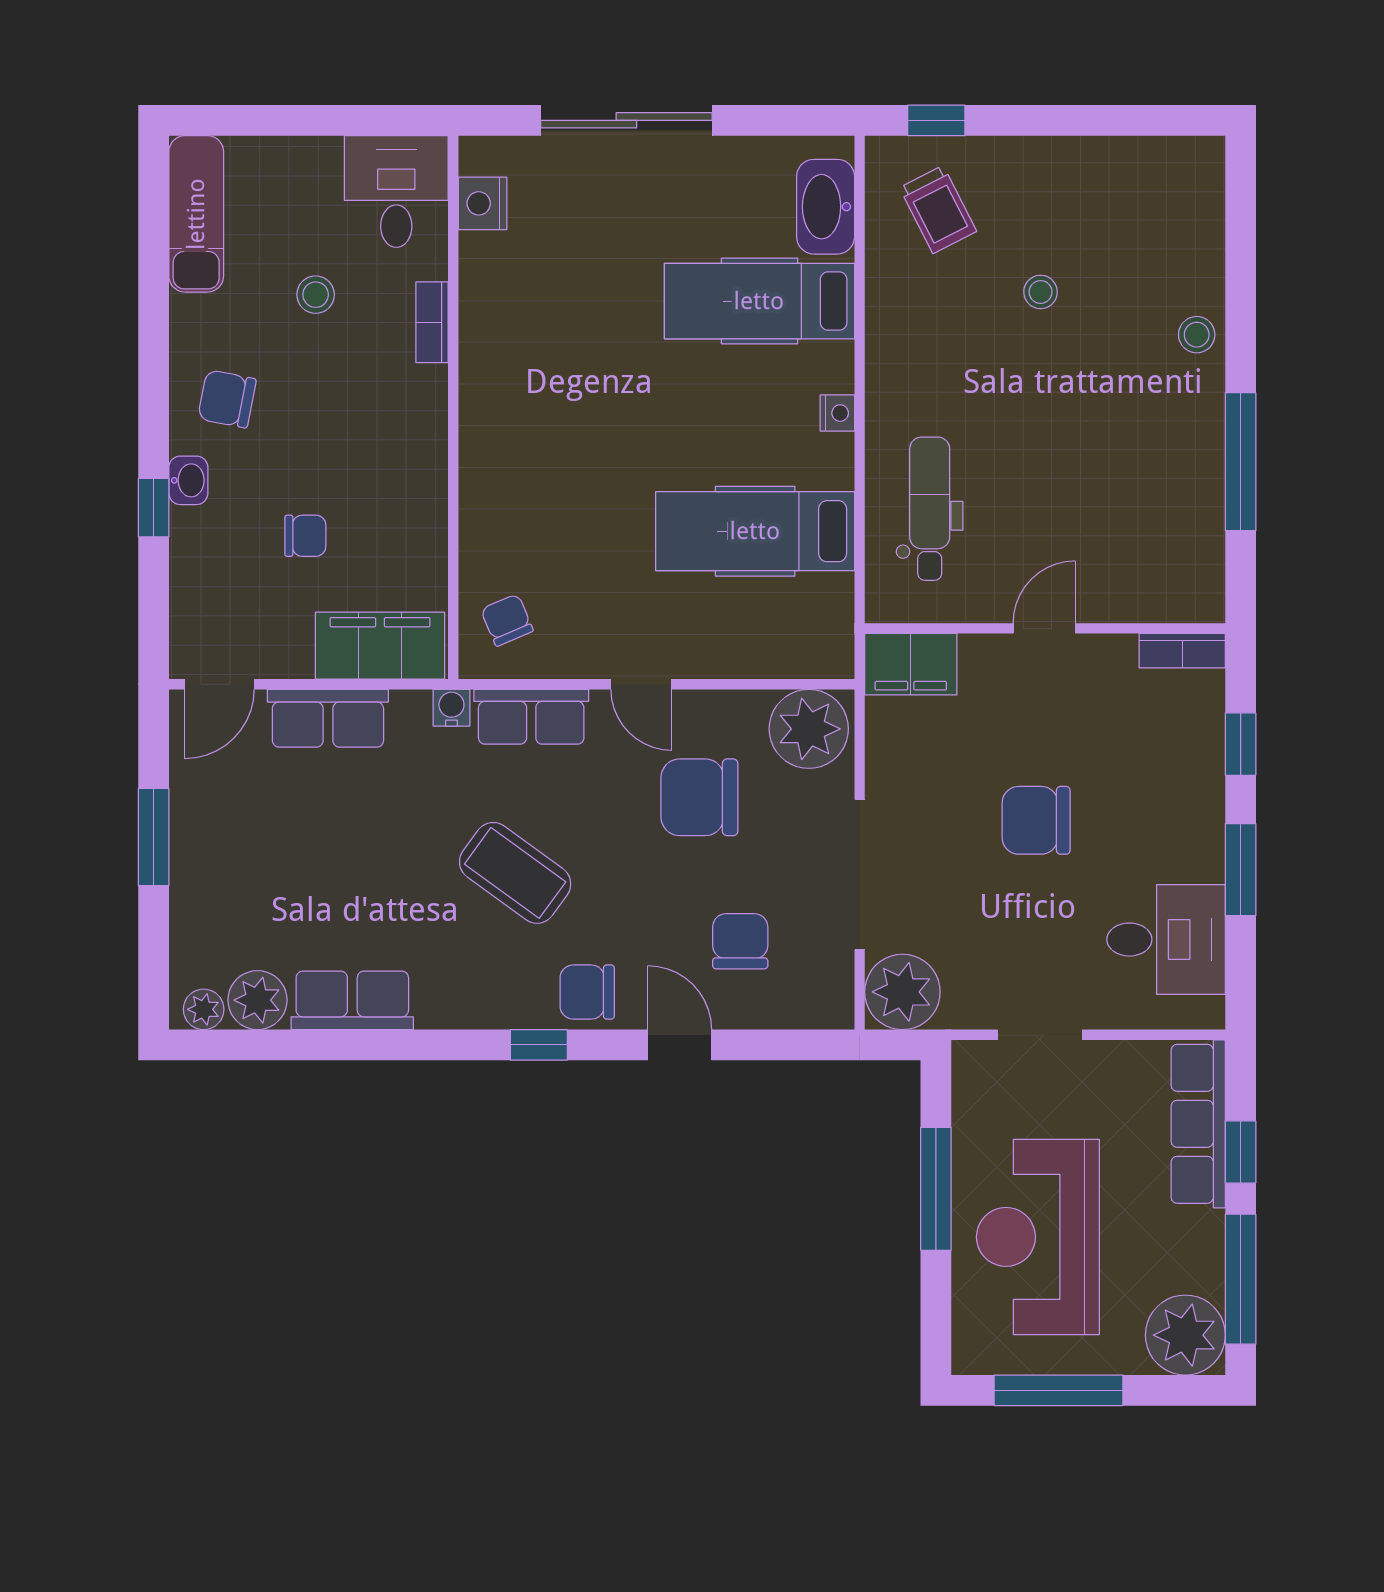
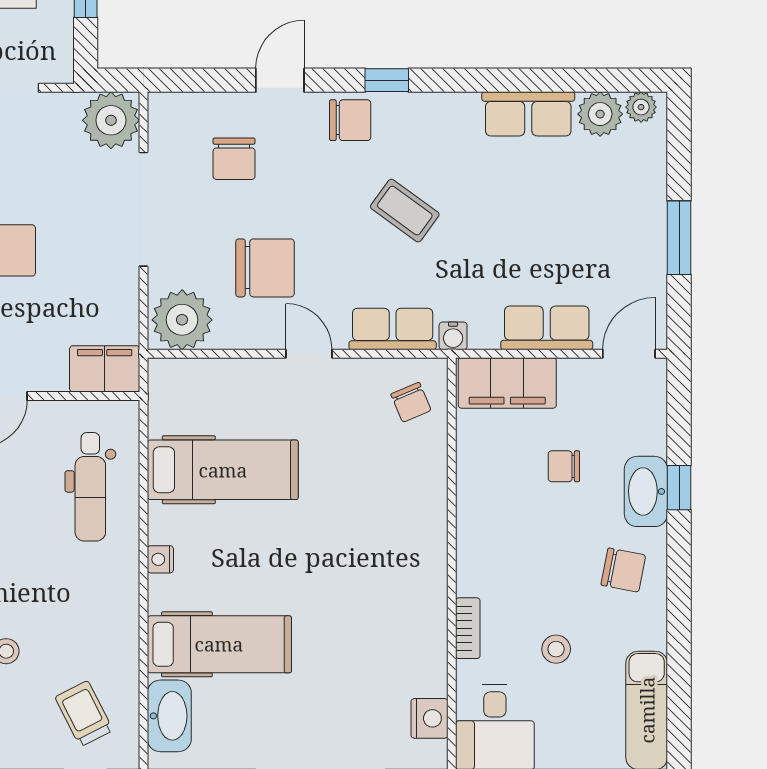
washbasin: (188, 480) -> (646, 491), width x1.91, depth x1.45
coffee table: (515, 873) -> (405, 211), width x0.73, depth x0.77
door: (680, 1045) -> (280, 80), swing flipped

